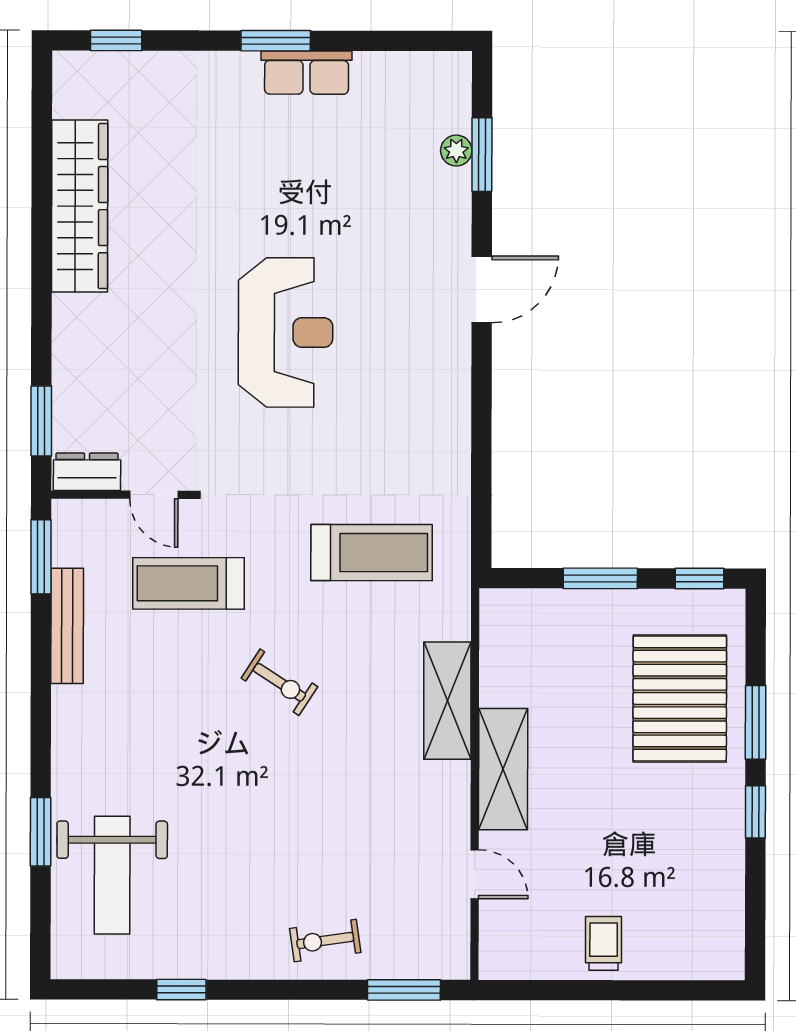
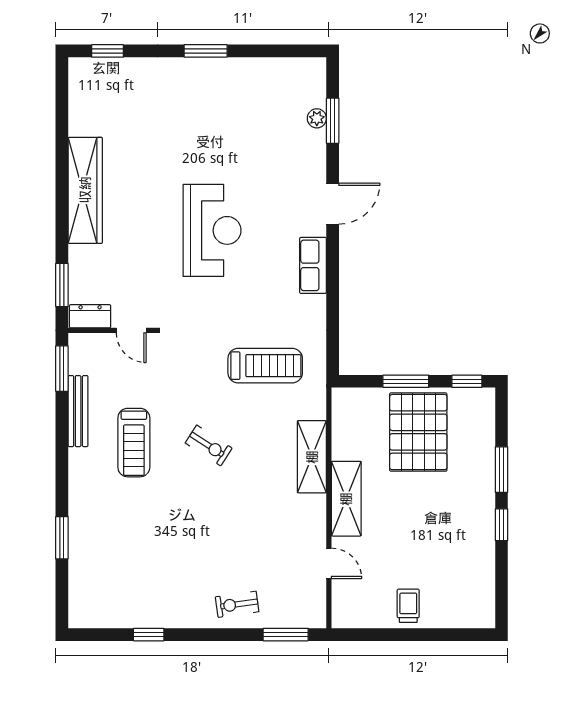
row of seats: (307, 73) -> (313, 265), moved, turned 90
wardrobe: (80, 206) -> (85, 190), moved
treadmill: (189, 583) -> (134, 443), moved, turned -90
pallet: (680, 699) -> (418, 432), moved
weight bench: (112, 875) -> (106, 564), removed

